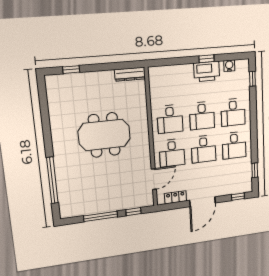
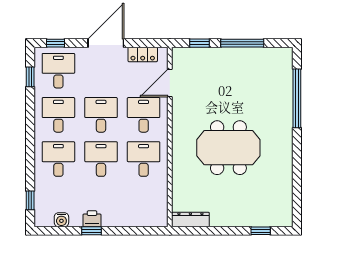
printer: (207, 71) -> (92, 219), width x0.53, depth x0.68
desk: (235, 177) -> (58, 71), added

